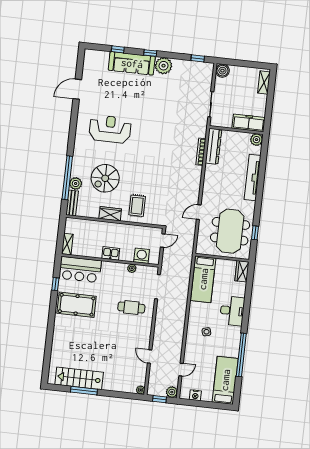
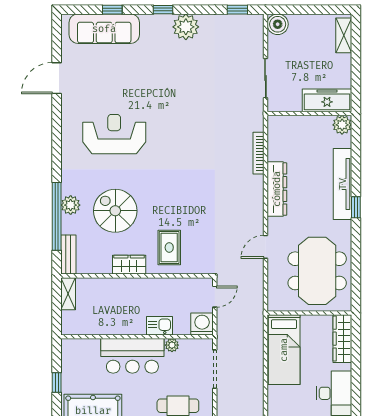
sofa: (132, 63) -> (104, 29), moved
dresser: (214, 146) -> (277, 189), moved
spiral stairs: (105, 178) -> (115, 211), turned 90
plant: (76, 183) -> (71, 205), moved
window: (255, 233) -> (356, 207), moved
shelving: (67, 244) -> (68, 294), moved
kitchen sink: (111, 253) -> (160, 326), moved
washing machine: (142, 256) -> (202, 324), moved
bar counter: (80, 269) -> (132, 356), moved
wardrobe: (242, 271) -> (342, 339), width x1.50

